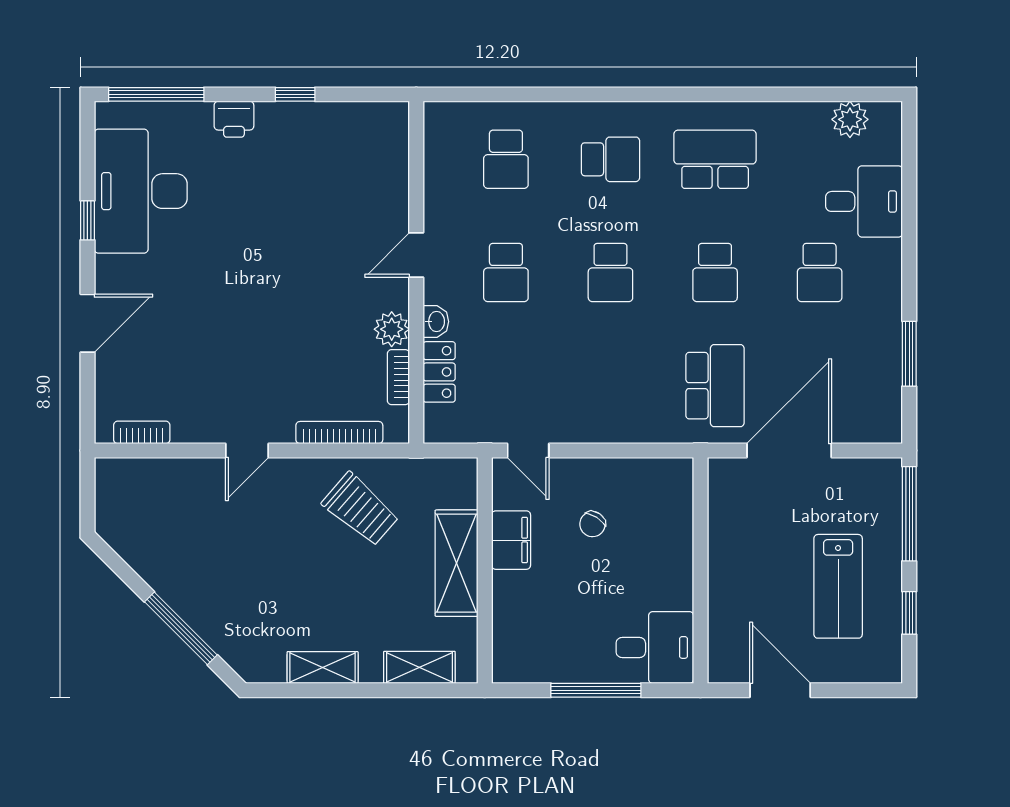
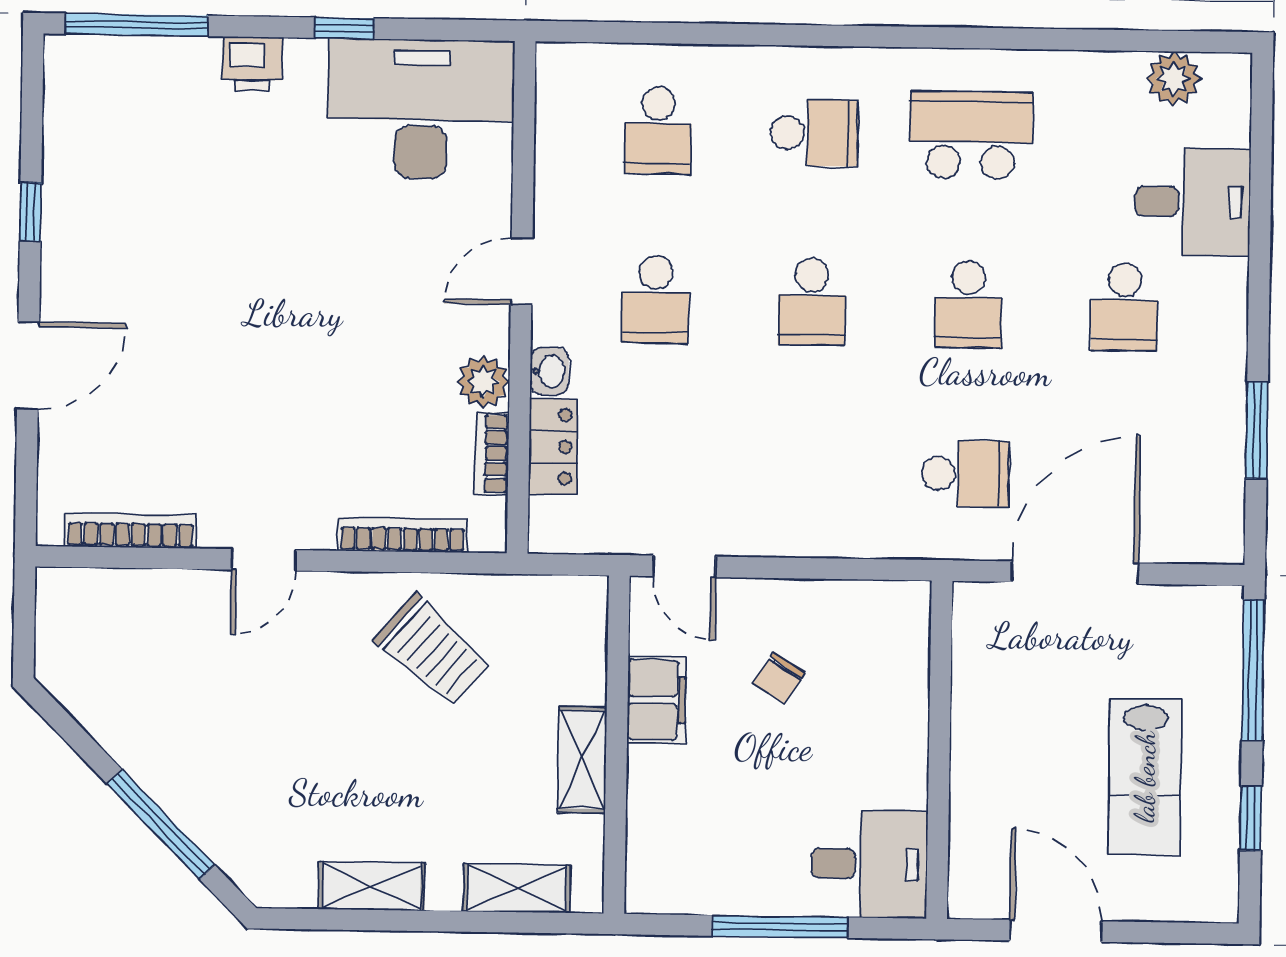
desk: (141, 191) -> (421, 109), moved, turned 90
school desk: (715, 386) -> (965, 474), width x0.54
bookcase: (142, 432) -> (131, 531), width x1.56
shelving: (457, 563) -> (582, 760), width x0.67, depth x0.75

